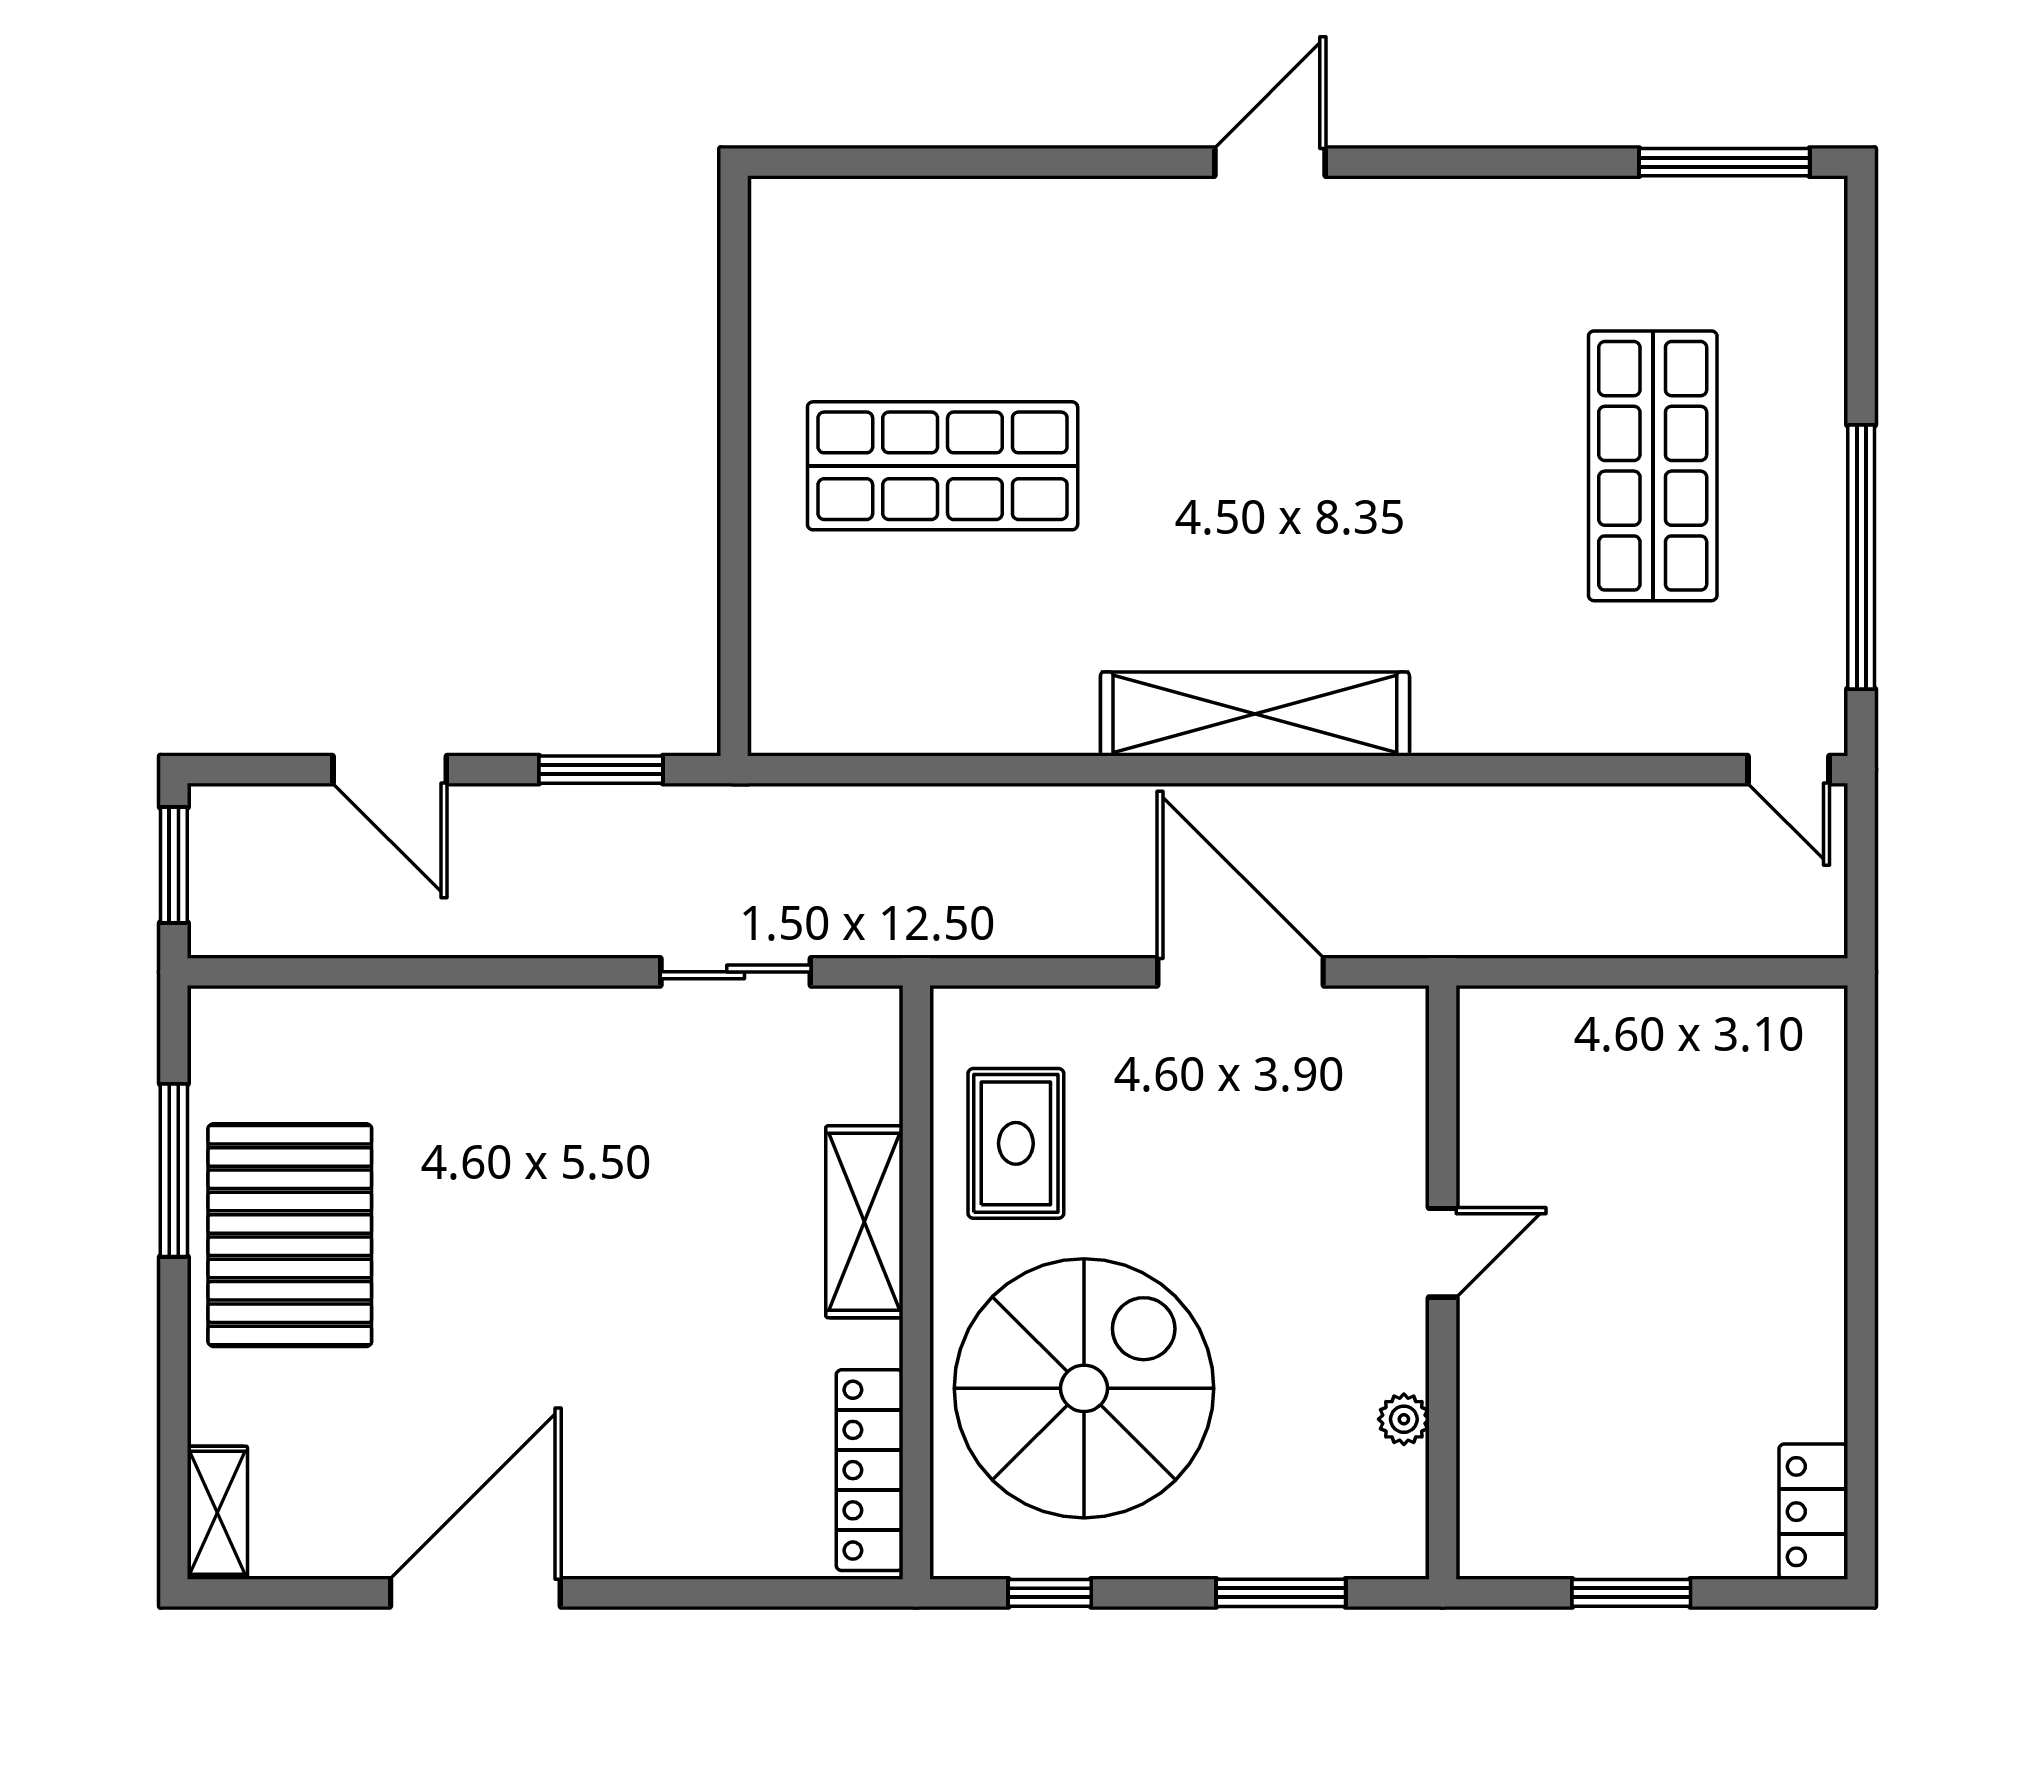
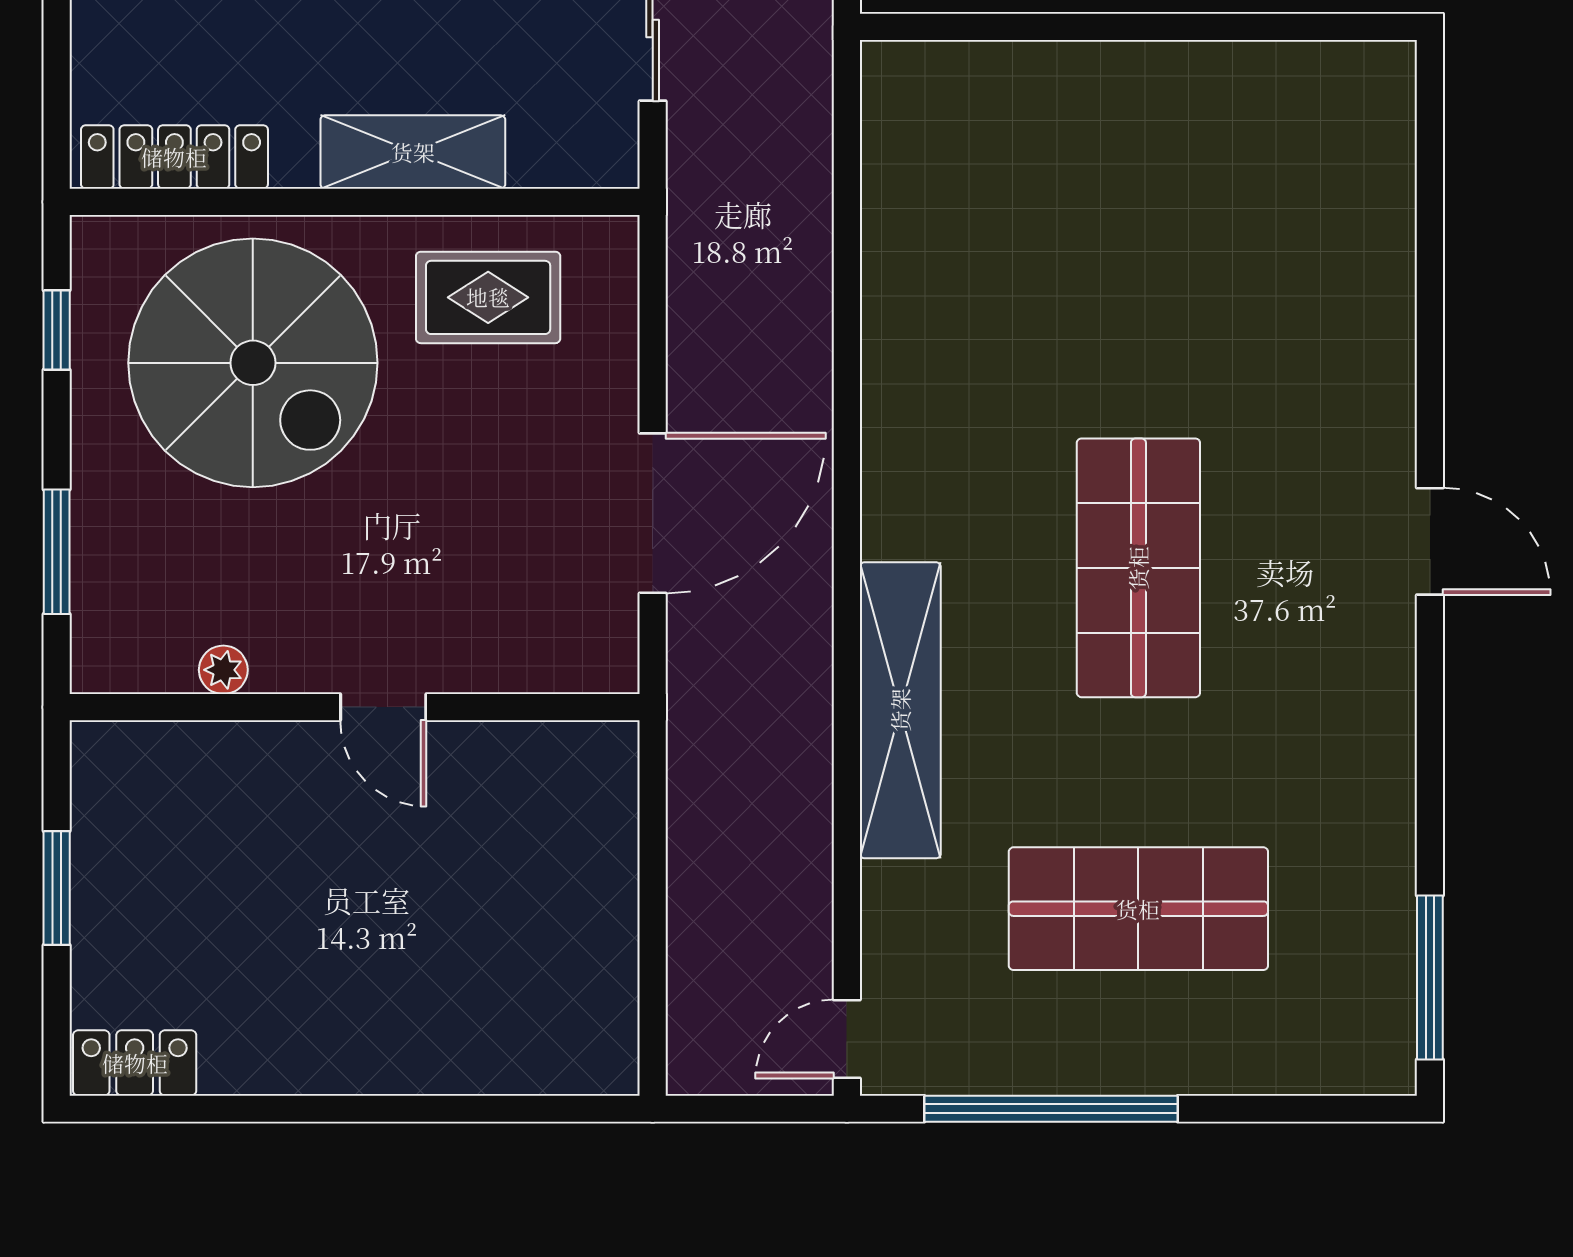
shop shelf: (943, 466) -> (1138, 568), moved
shelving: (1255, 714) -> (900, 710), moved

